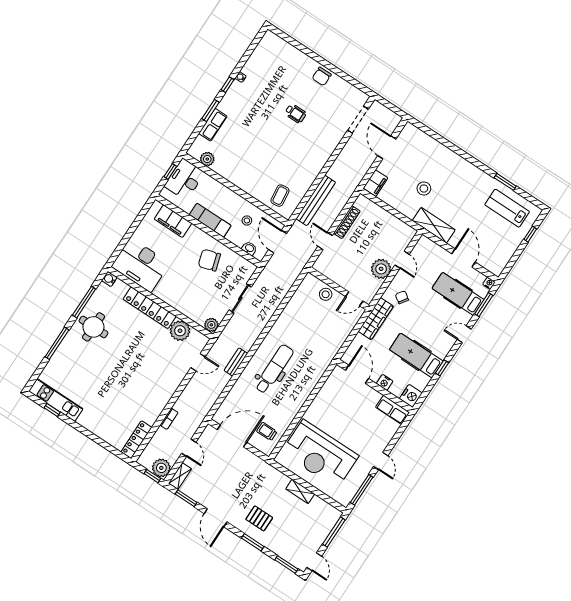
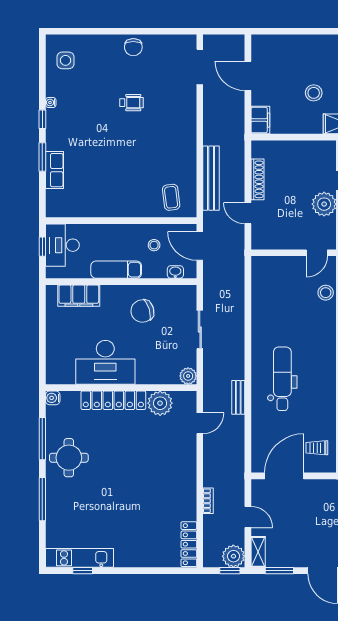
side table: (270, 55) -> (65, 60), added
plant: (207, 159) -> (72, 209), removed
desk: (141, 265) -> (105, 362), moved
stool: (326, 294) -> (326, 293), moved

